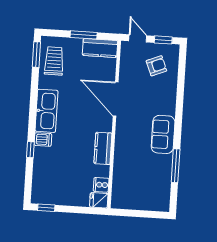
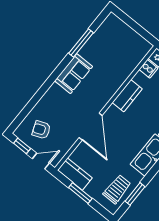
door: (138, 38) -> (41, 161), swing flipped
window: (36, 55) -> (135, 194), moved
trolley: (54, 61) -> (117, 189), turned 180

